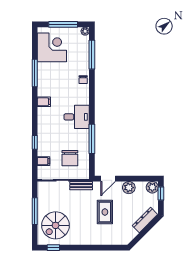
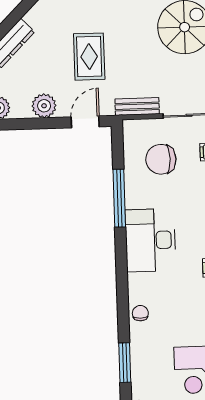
window: (92, 55) -> (125, 363), width x0.69
desk: (77, 117) -> (150, 240), width x1.37
chair: (70, 158) -> (161, 159), turned -90

